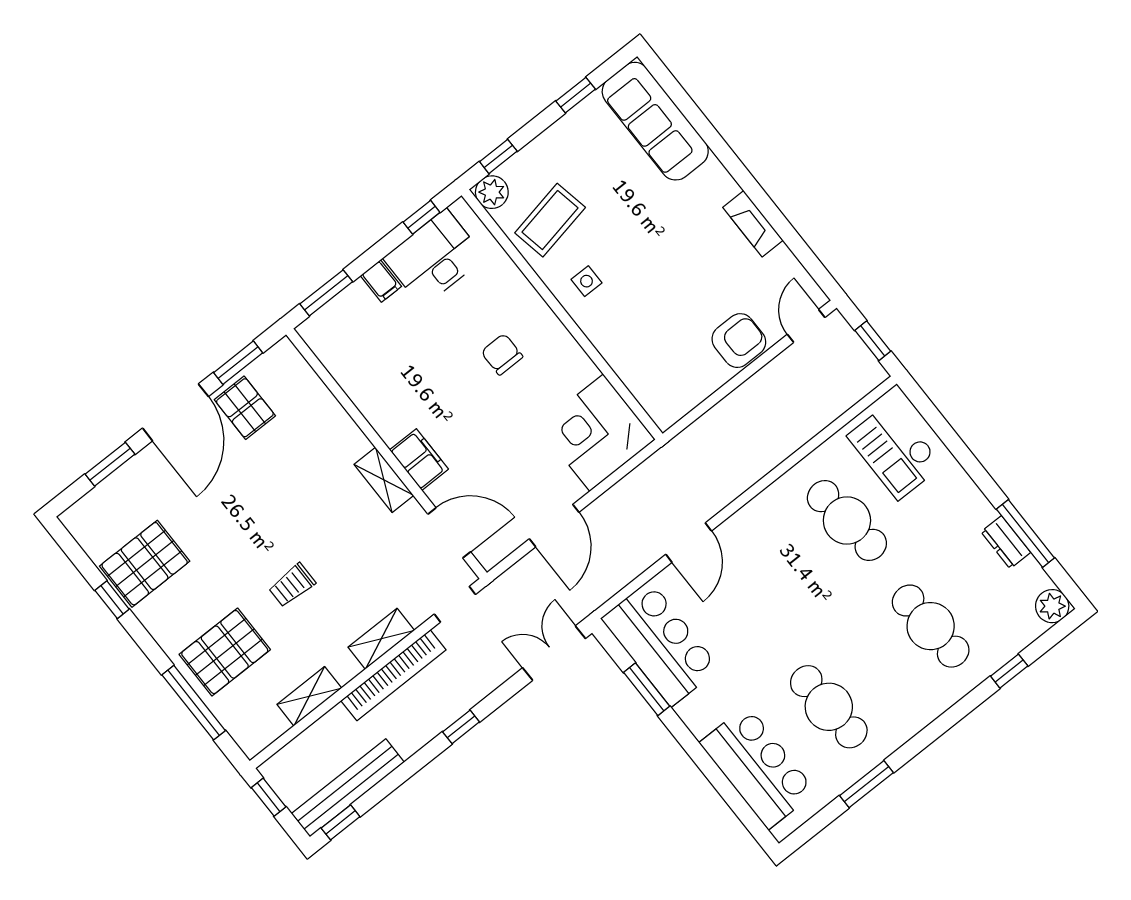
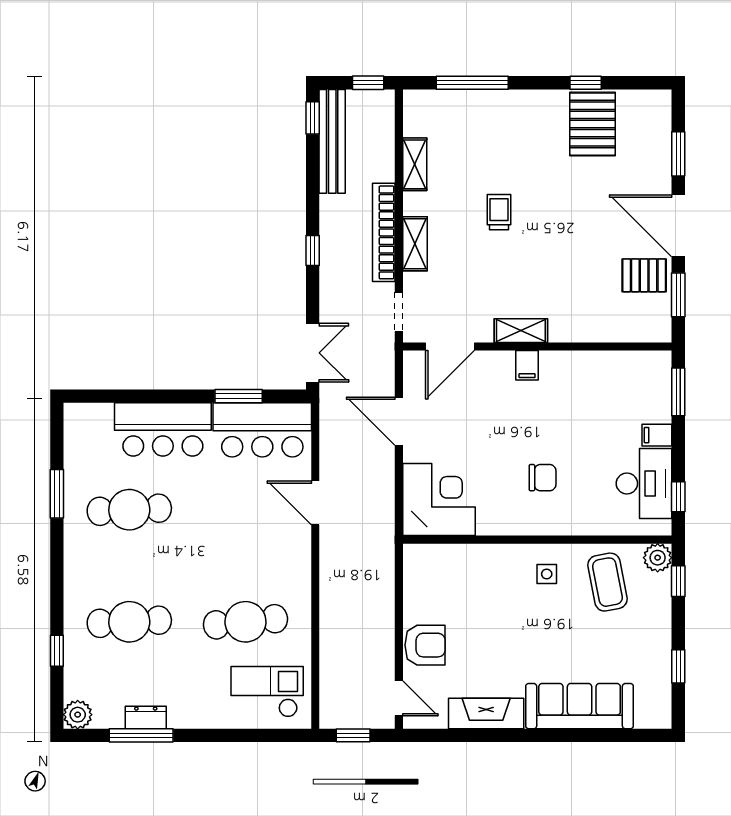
sofa: (655, 121) -> (580, 706), moved
fireplace: (753, 224) -> (486, 714), width x1.37, depth x1.32
armchair: (739, 341) -> (425, 645), turned -90
filing cabinet: (419, 460) -> (527, 365), width x0.50
pallet: (225, 652) -> (490, 131), removed
bar counter: (758, 767) -> (163, 429), moved

